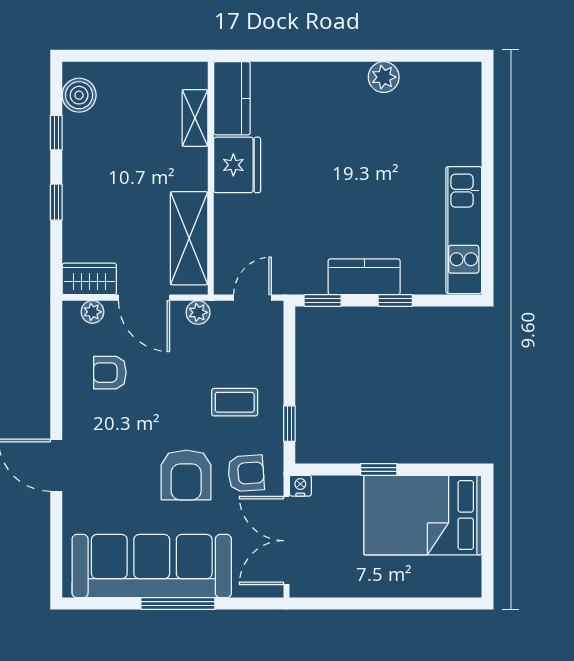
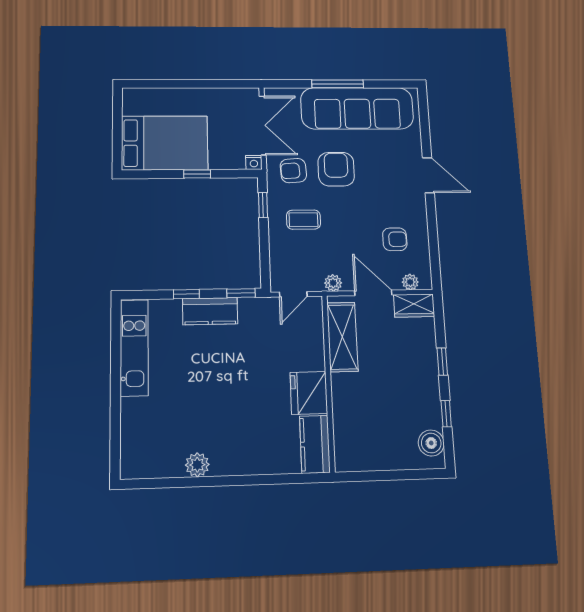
shelving: (195, 118) -> (342, 428), removed

